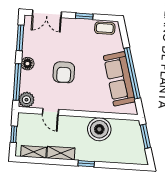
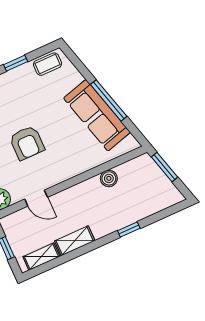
window: (132, 73) -> (109, 100), width x0.68
boiler: (99, 129) -> (109, 178), width x0.54, depth x0.54
window: (86, 164) -> (129, 229), moved

